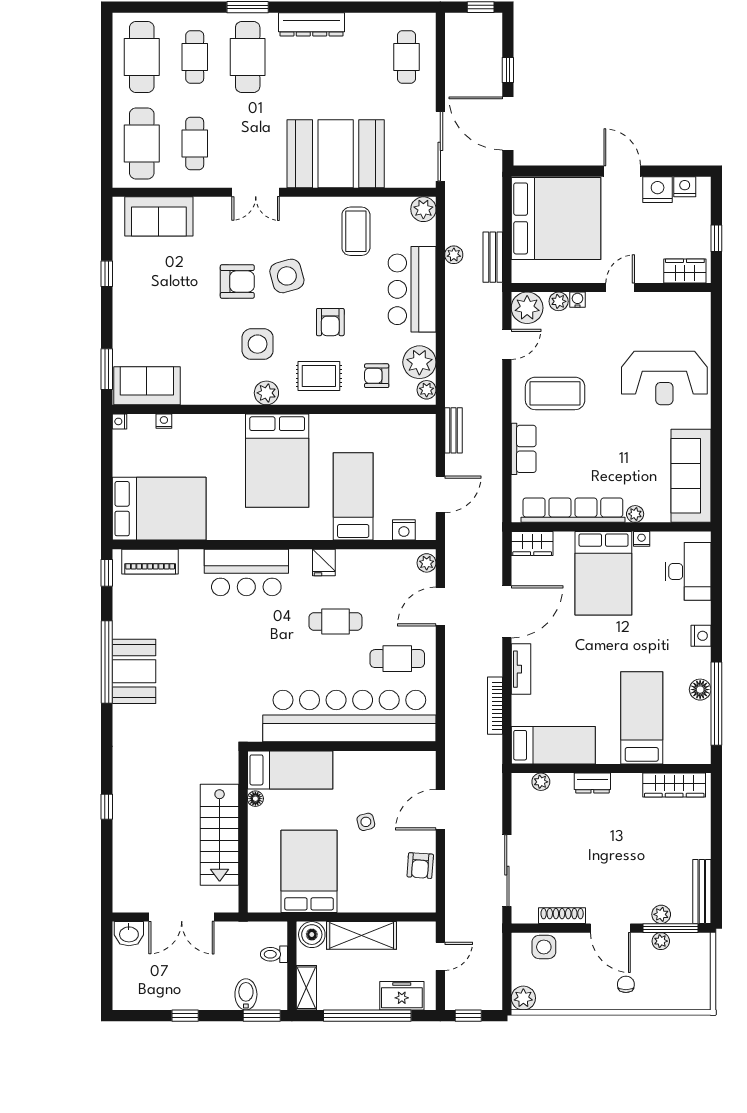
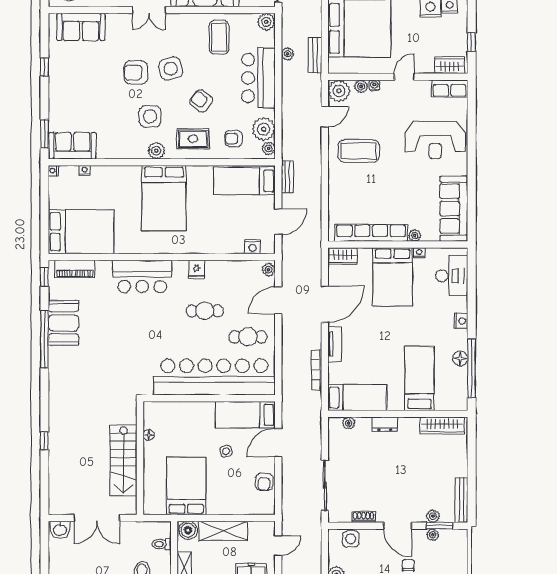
armchair: (237, 281) -> (136, 73), turned 180
armchair: (330, 322) -> (201, 101), turned 127
row of seats: (524, 449) -> (450, 88), moved, turned 90
bed: (353, 496) -> (244, 181), moved, turned -90
booth: (134, 671) -> (63, 323), moved
bed: (290, 770) -> (245, 415), moved, turned 180
shoe rack: (562, 916) -> (364, 517), width x0.70
window: (671, 928) -> (440, 526), width x0.69

